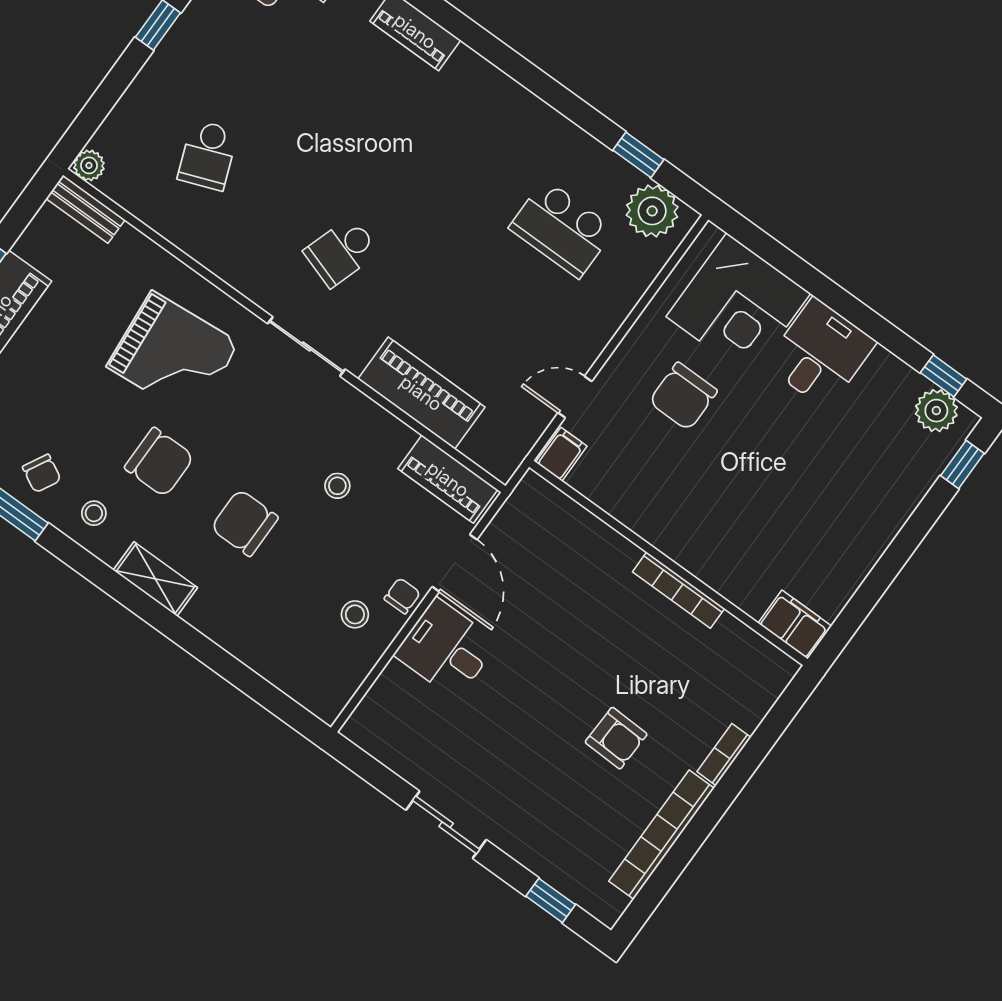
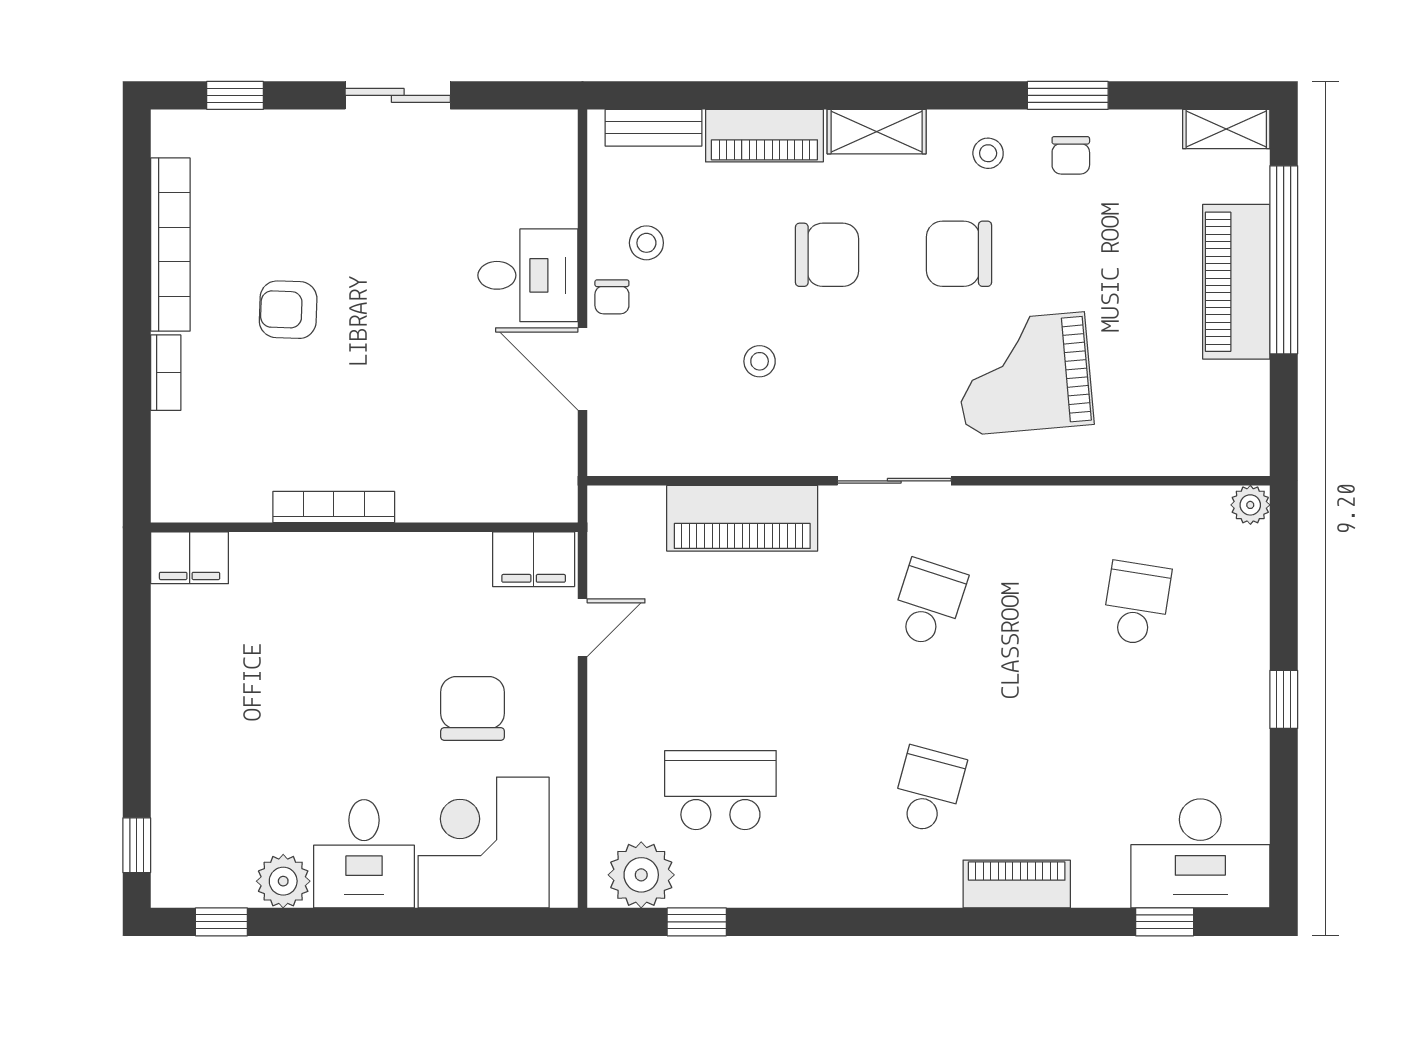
school desk: (428, 132) -> (928, 790), added
school desk: (208, 155) -> (1136, 603), turned 30
bench: (86, 209) -> (654, 128), moved
plant: (936, 411) -> (283, 881), moved
filing cabinet: (561, 454) -> (534, 559), width x2.00
chair: (42, 473) -> (1071, 155), turned -118
piano: (448, 479) -> (764, 136), moved, turned 180

